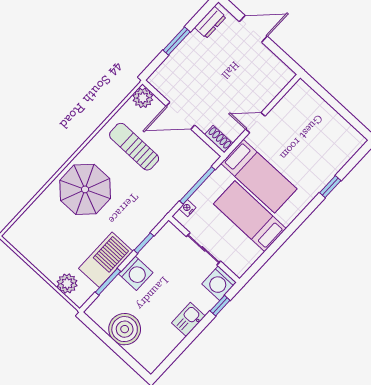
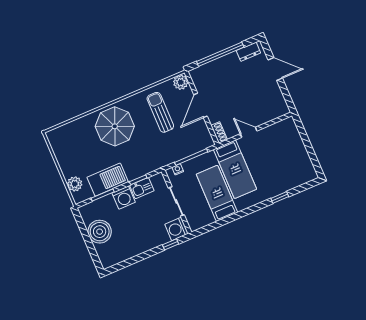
window: (177, 41) -> (220, 54), width x2.11
door: (180, 116) -> (201, 105), hinge flipped
kitchen sink: (188, 319) -> (142, 188), moved, turned 180

